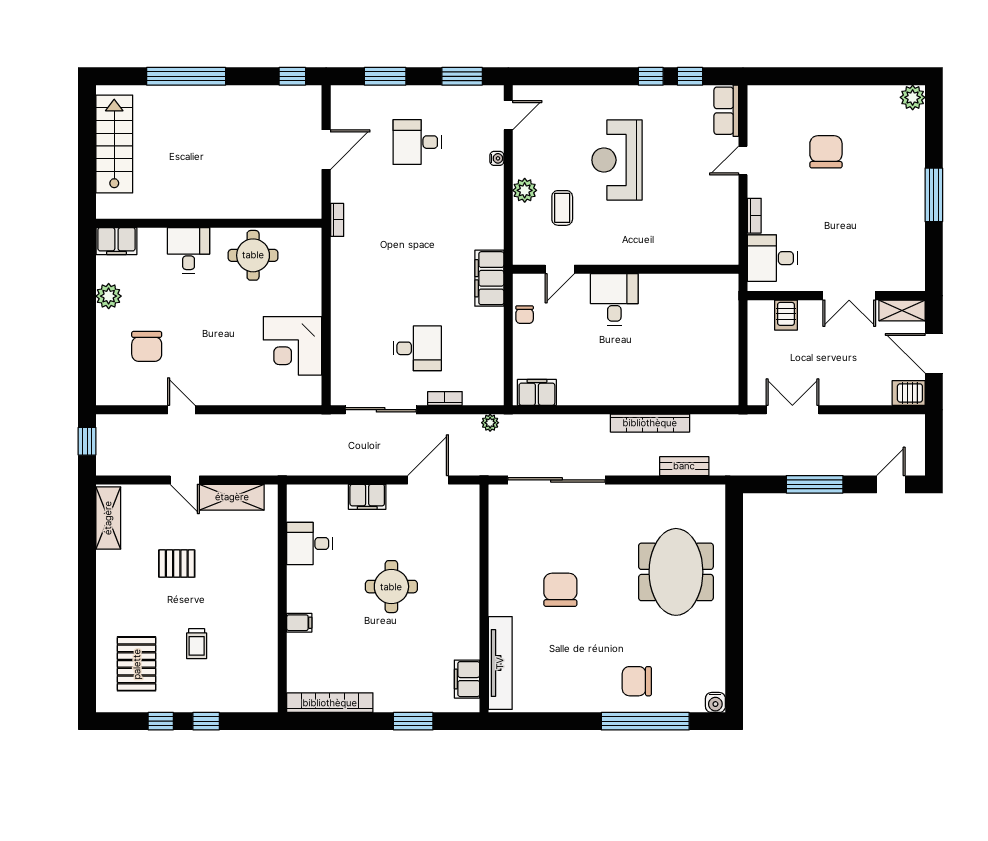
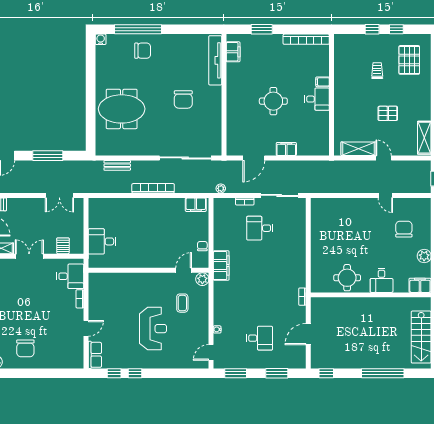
chair: (826, 152) -> (25, 348), moved
plant: (525, 190) -> (202, 279), moved
desk: (614, 299) -> (102, 241), moved, turned 90
corner desk: (293, 346) -> (326, 229), removed
bookcase: (650, 423) -> (153, 188), moved
desk: (309, 543) -> (317, 99), moved
meeting table: (676, 572) -> (122, 109), turned 90

